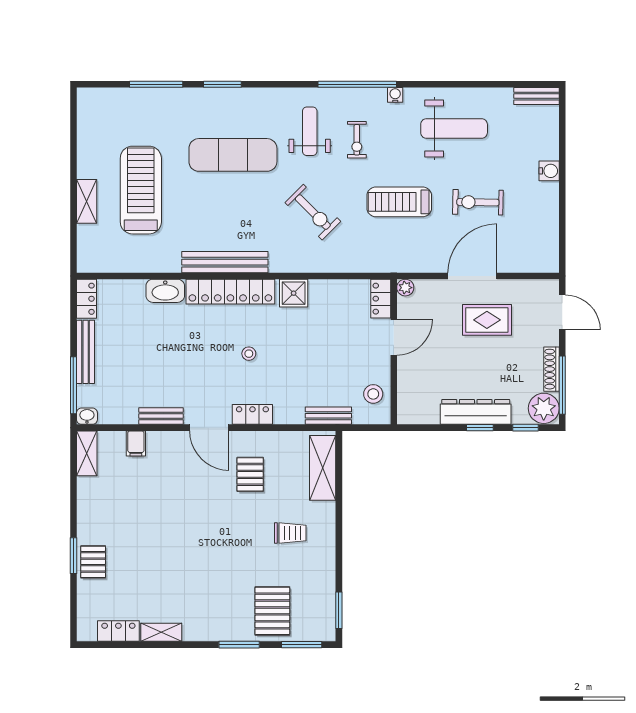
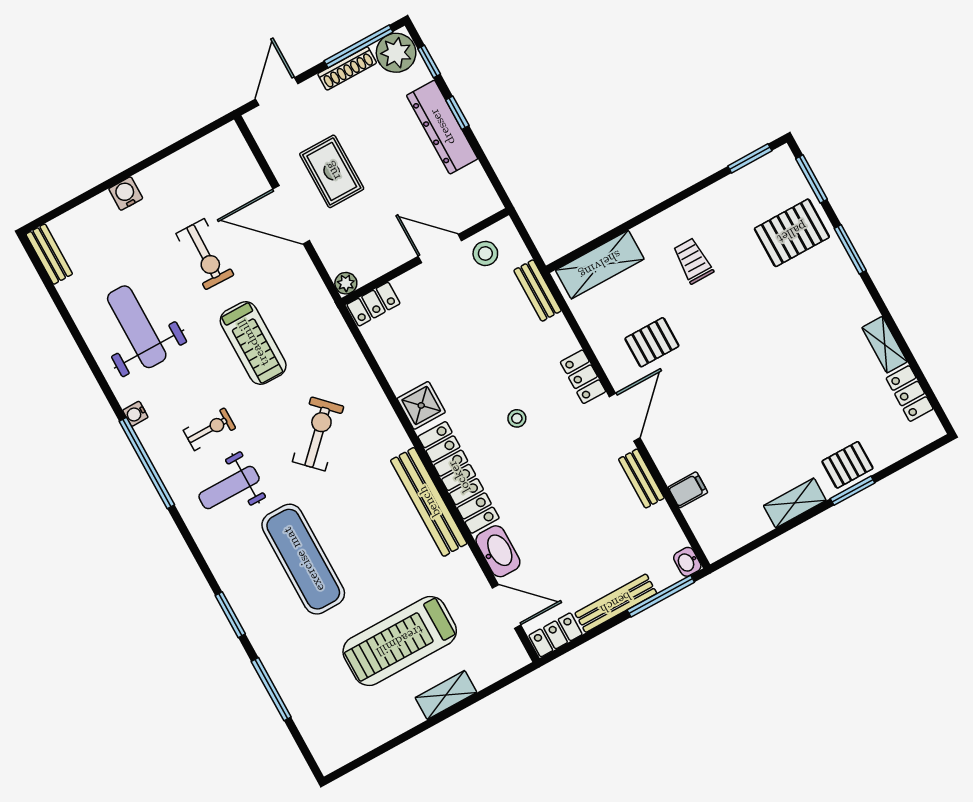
door: (124, 276) -> (507, 606), added
door: (394, 337) -> (440, 249), moved
shelving: (87, 453) -> (795, 503), moved

